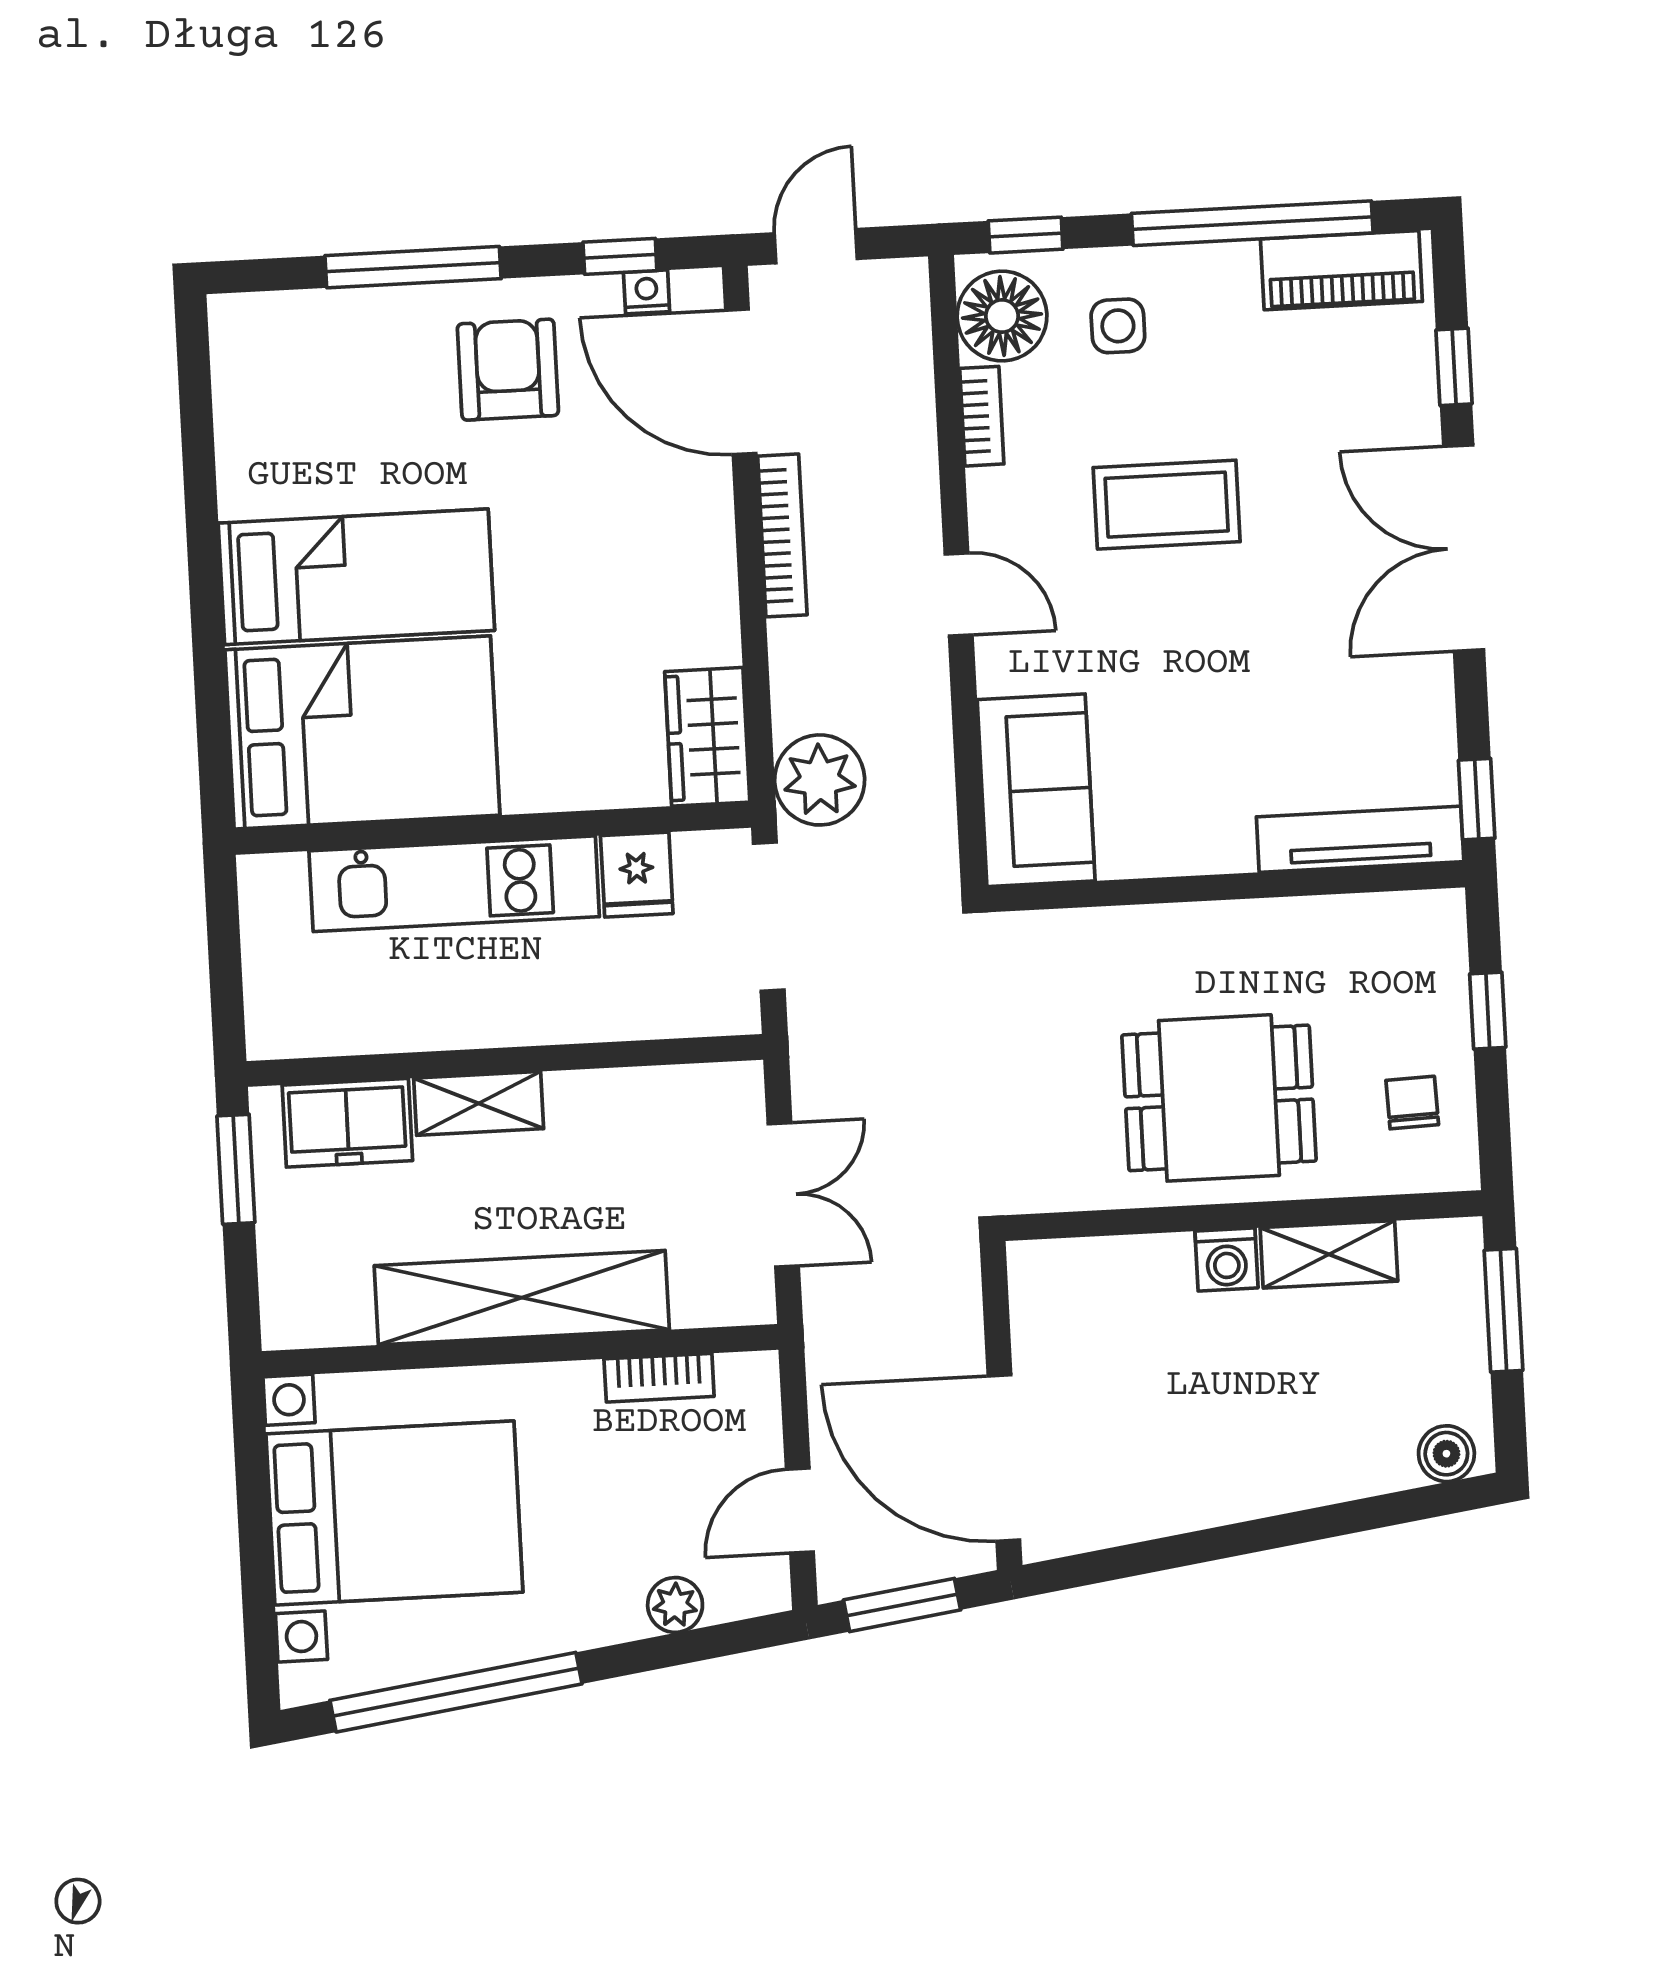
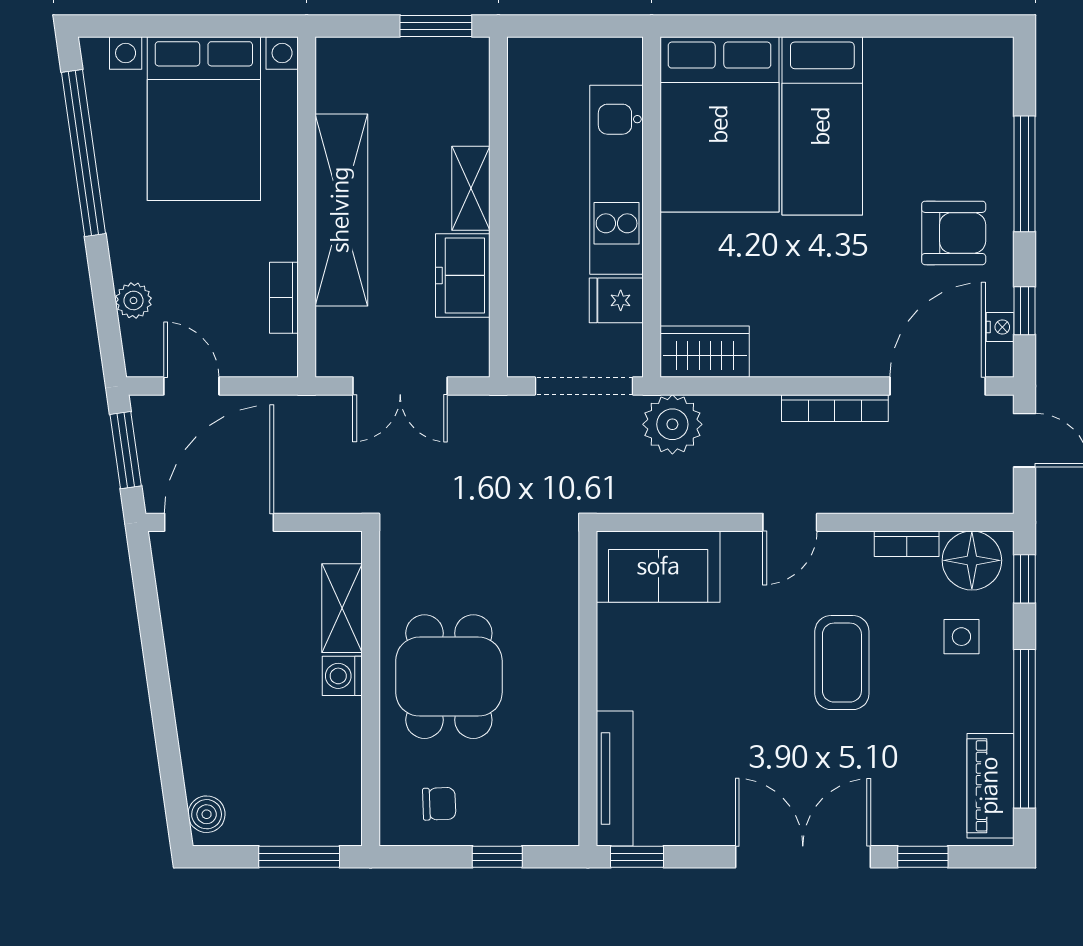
freezer: (347, 1123) -> (463, 275), moved
shelving: (1329, 1254) -> (342, 608), moved

